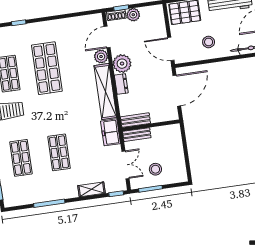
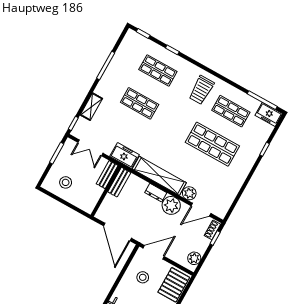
plant: (133, 15) -> (194, 258), moved
door: (107, 37) -> (201, 210), swing flipped
stool: (209, 42) -> (143, 277), moved
stool: (155, 169) -> (66, 182), moved

